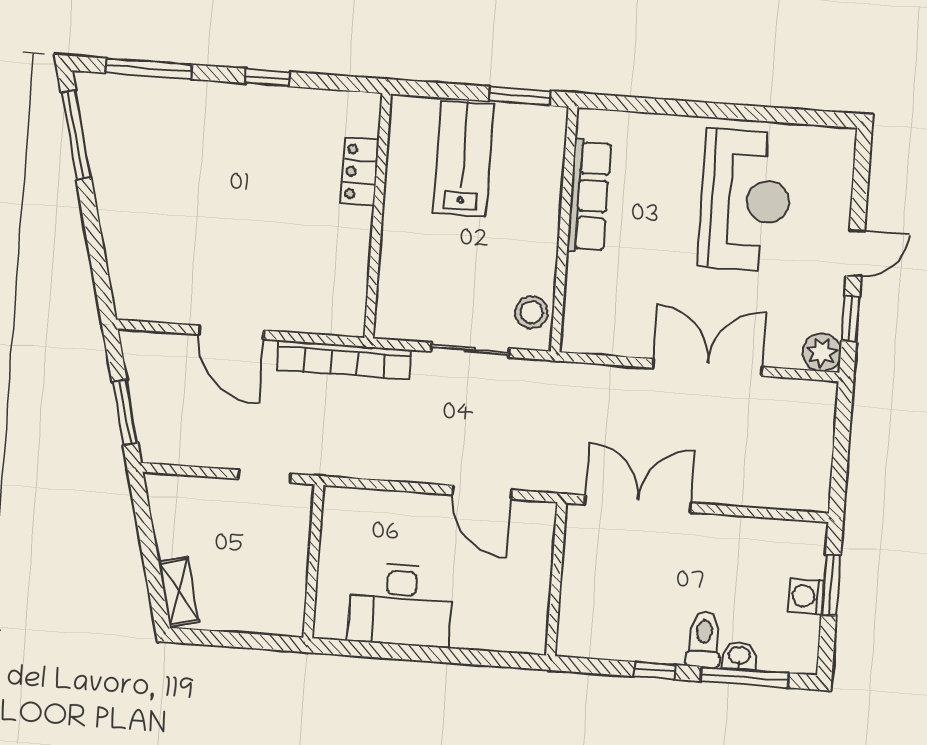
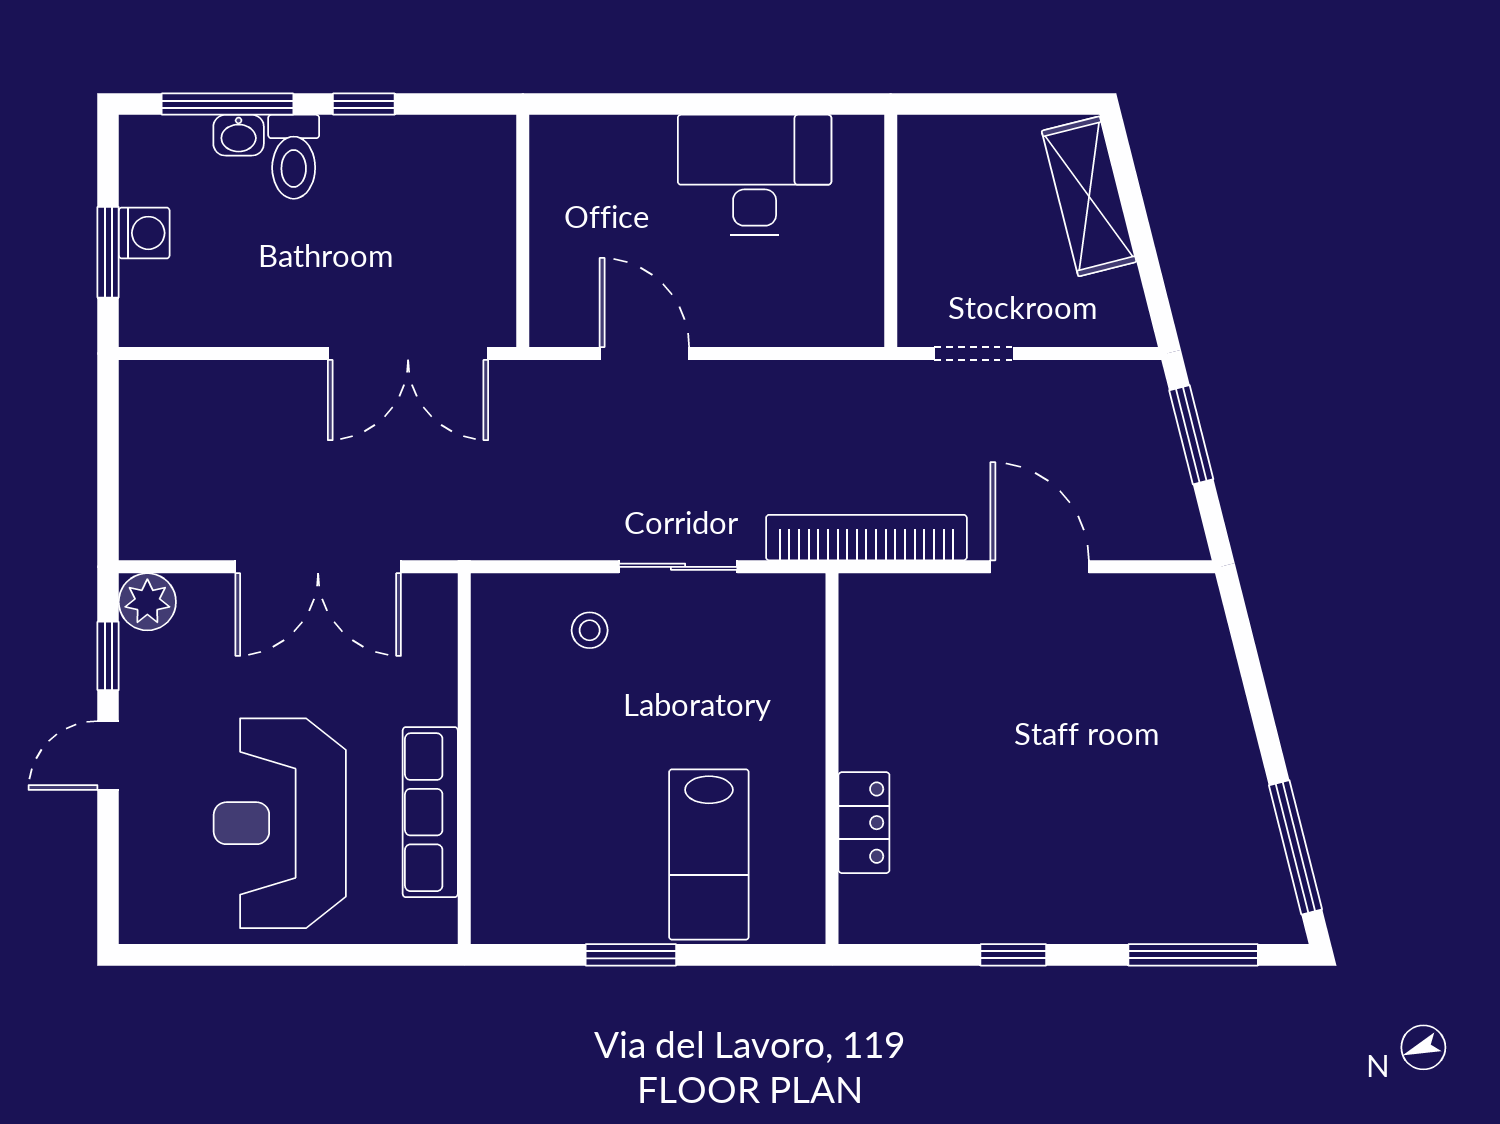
row of seats: (589, 196) -> (430, 812), moved
wall: (564, 229) -> (464, 759), moved
stool: (531, 312) -> (590, 630), width x0.73, depth x0.73
shelving: (179, 592) -> (1089, 196), width x1.50, depth x1.33

